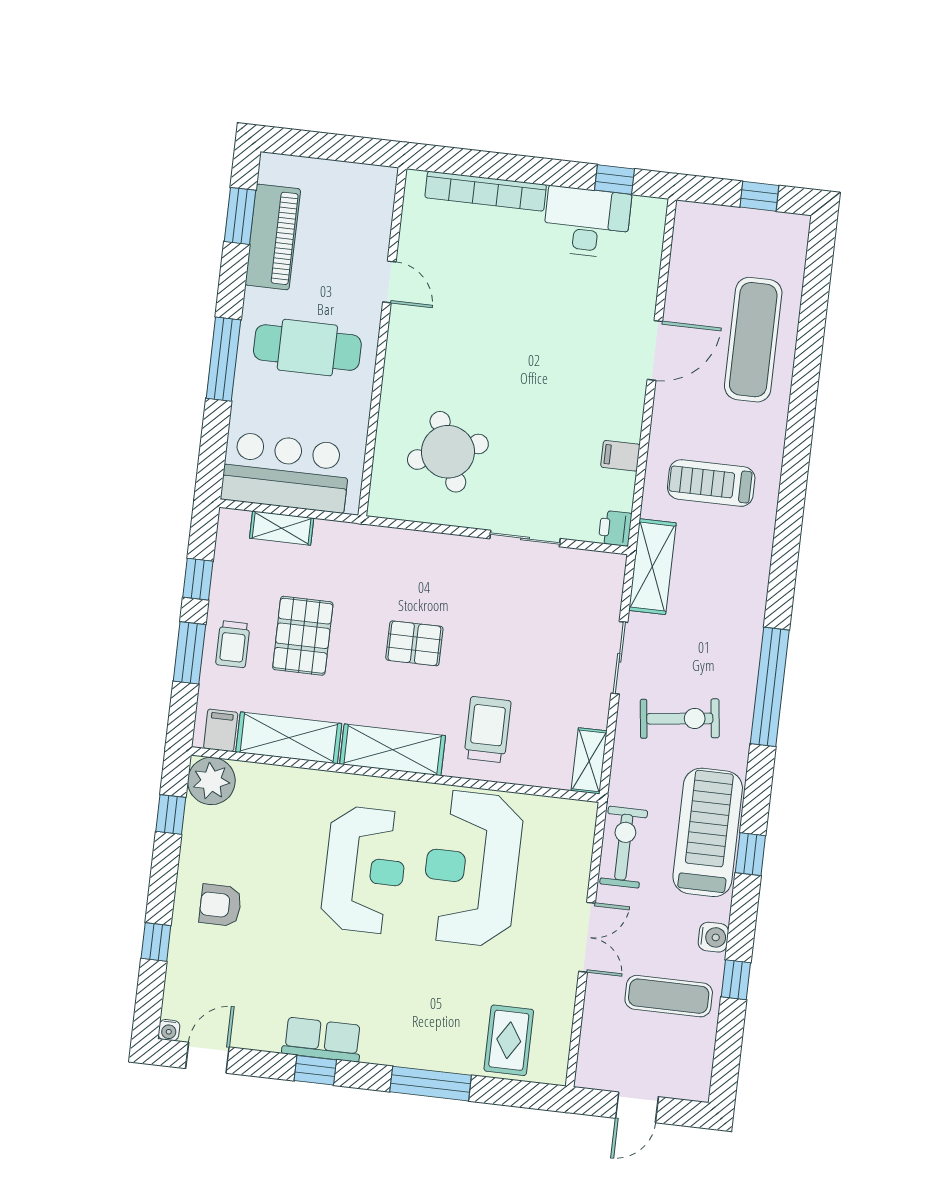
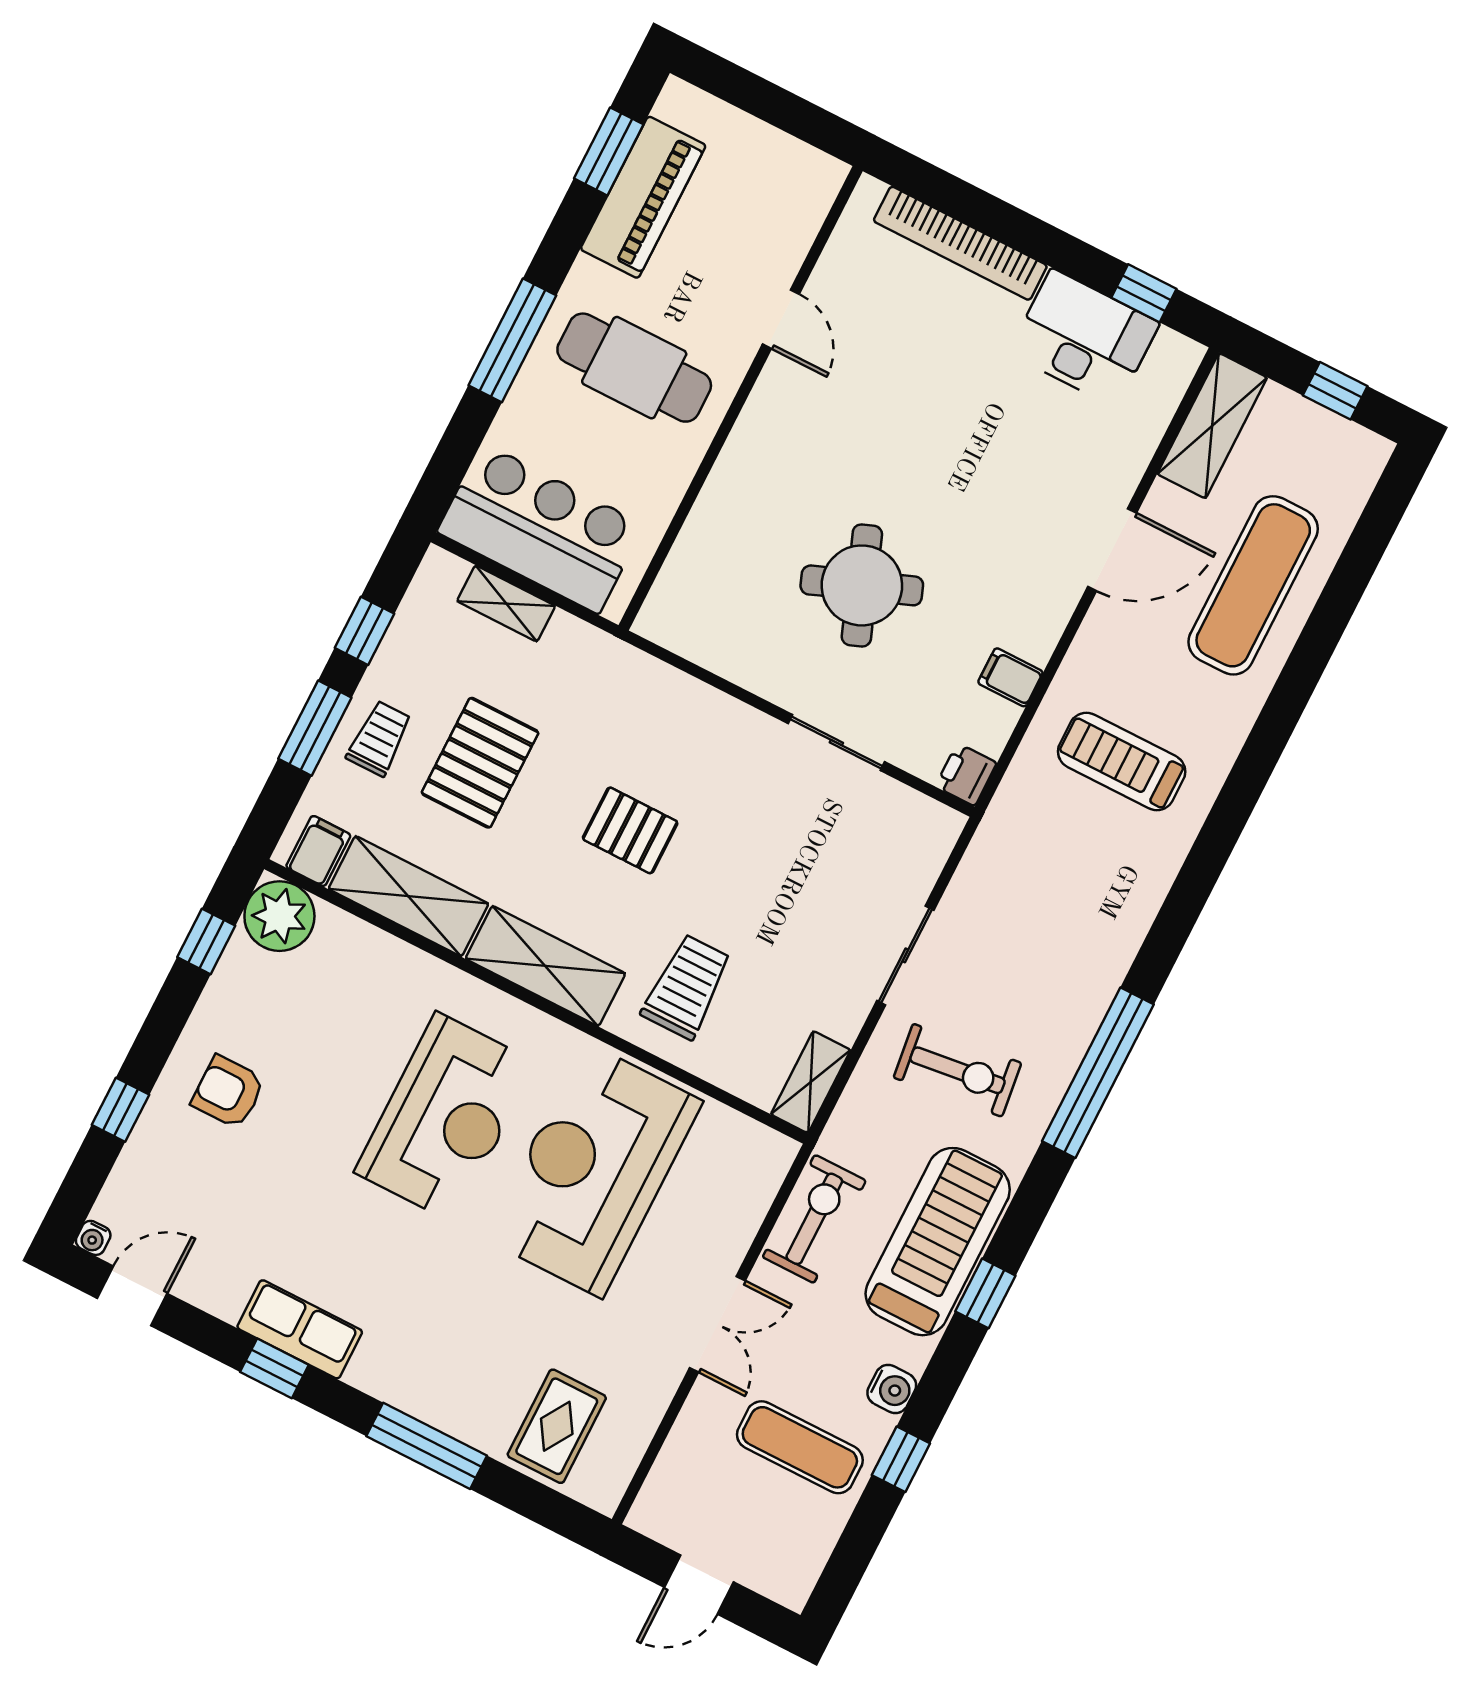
round table: (448, 452) -> (862, 585), moved
shelving: (652, 567) -> (1212, 426), moved
trolley: (233, 644) -> (379, 738), turned 180

